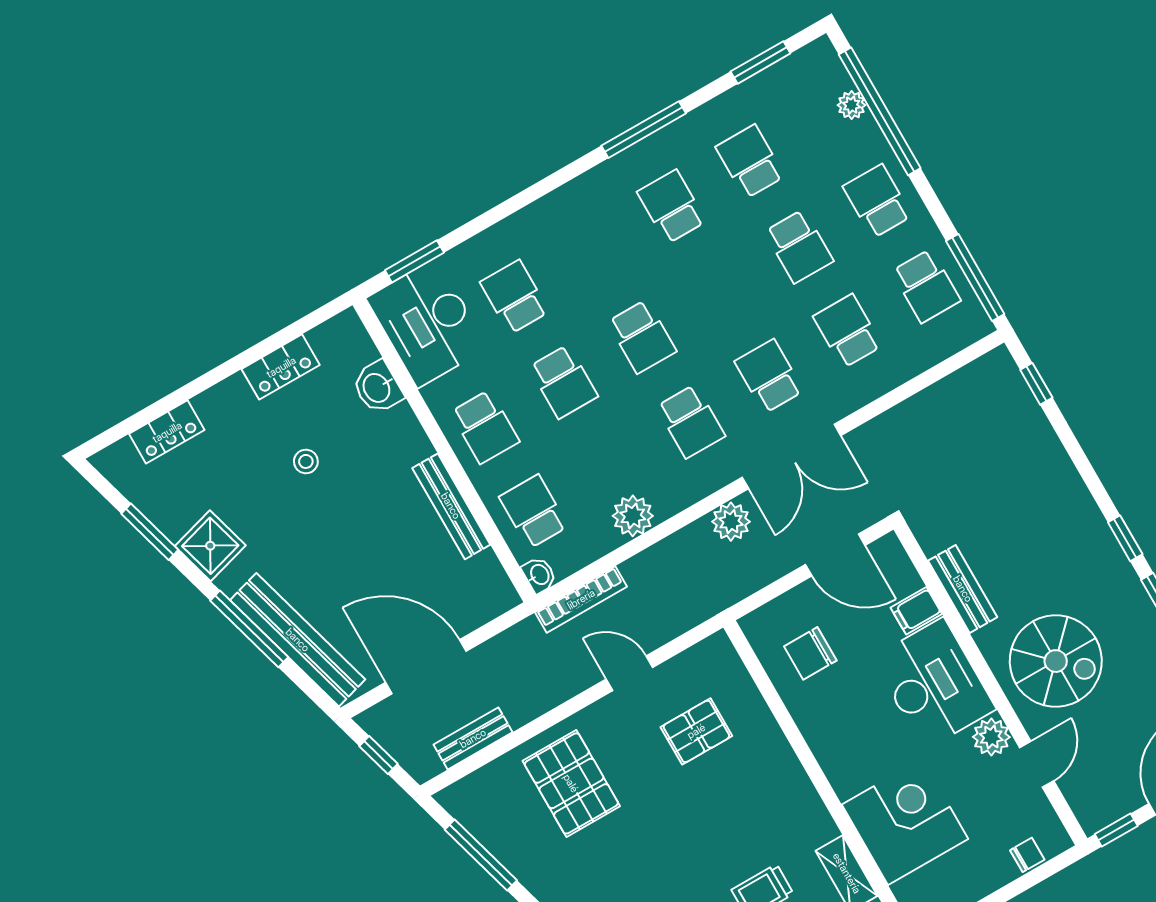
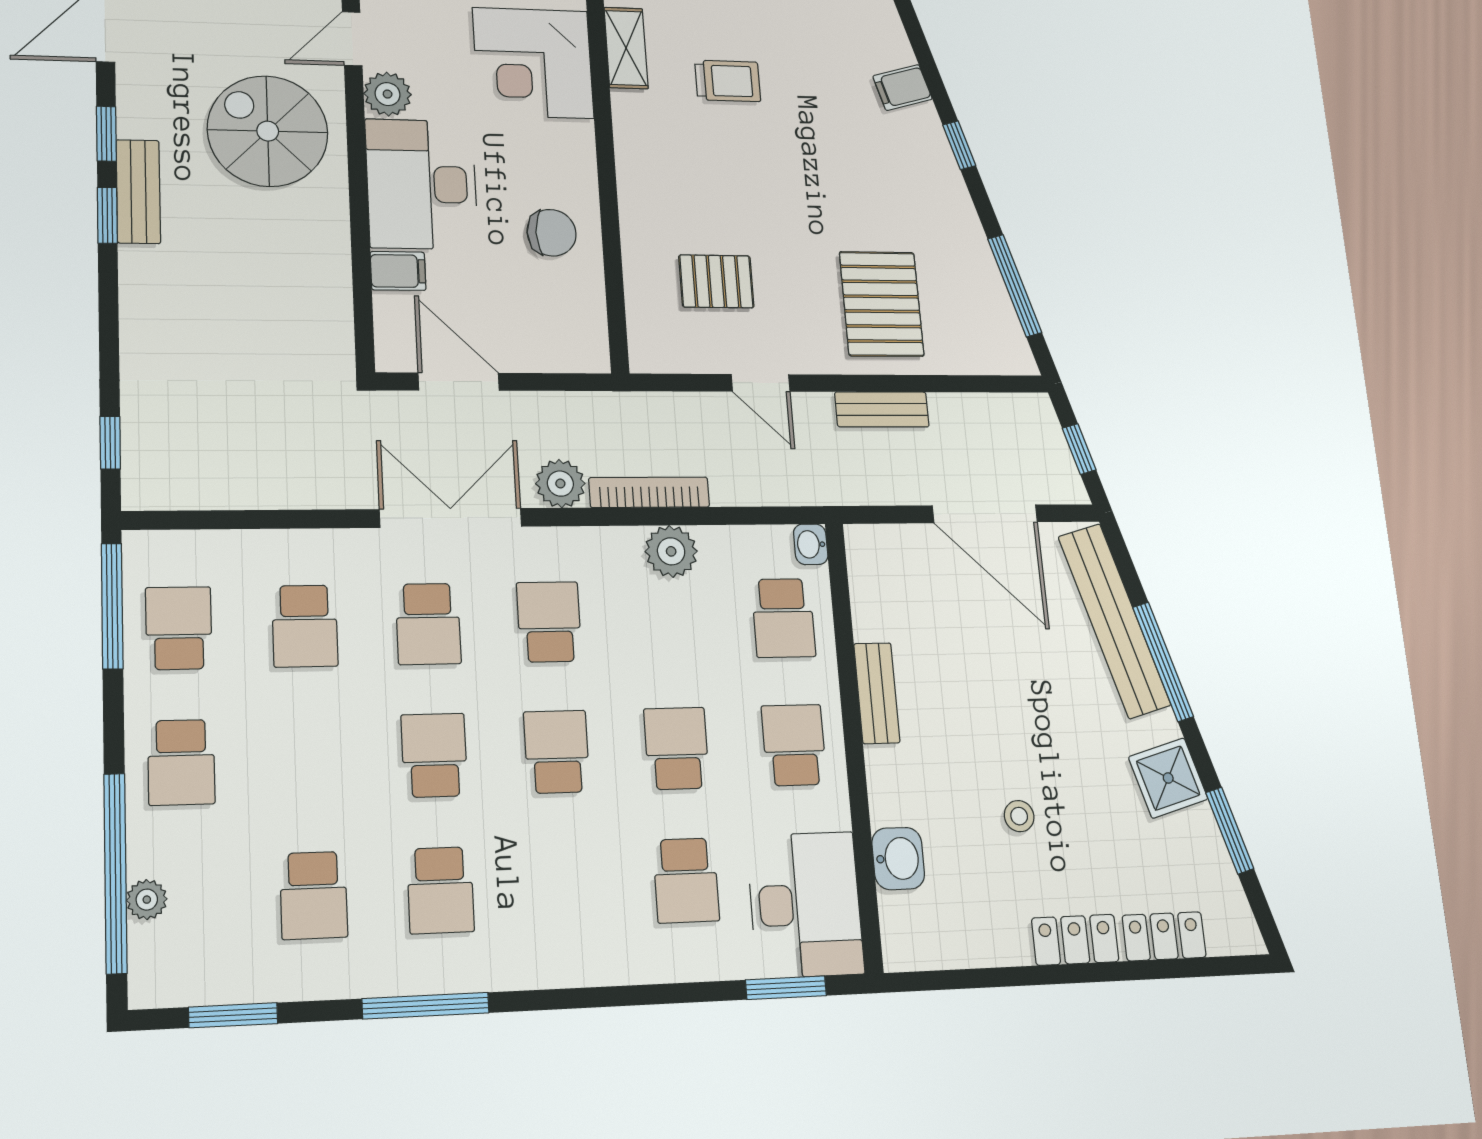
school desk: (799, 246) -> (434, 755), moved
locker: (281, 367) -> (1075, 940), moved
bench: (451, 506) -> (877, 693), width x0.73
bench: (963, 589) -> (138, 191), moved
bookcase: (581, 599) -> (649, 492), moved
chair: (810, 653) -> (552, 233), moved
bench: (473, 738) -> (882, 409), moved

